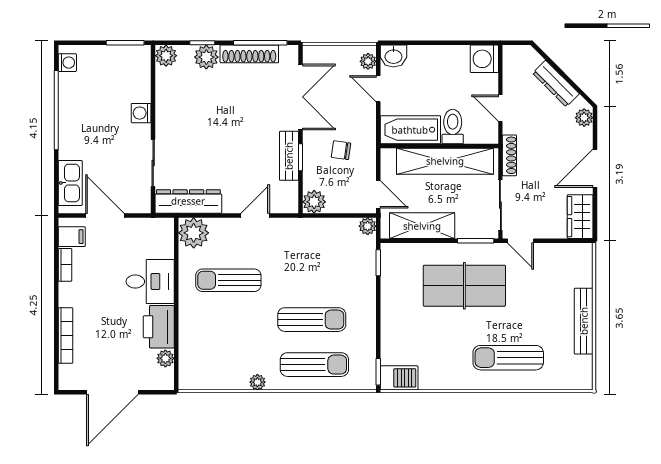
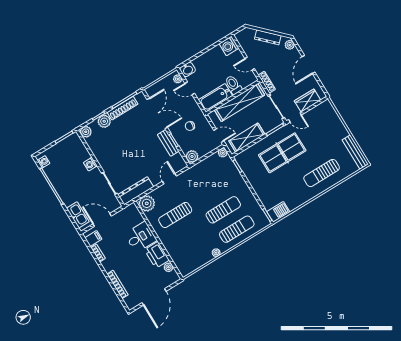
wardrobe: (580, 217) -> (308, 100), moved, turned 90
bench: (584, 321) -> (355, 152), moved

